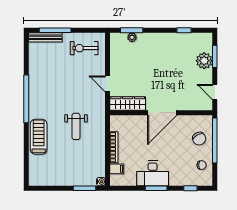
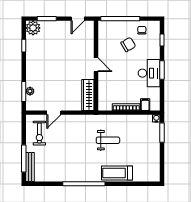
plant: (204, 61) -> (33, 28), moved
door: (108, 84) -> (54, 113), moved
door: (162, 113) -> (96, 65), width x0.53
chair: (199, 139) -> (128, 45), moved

